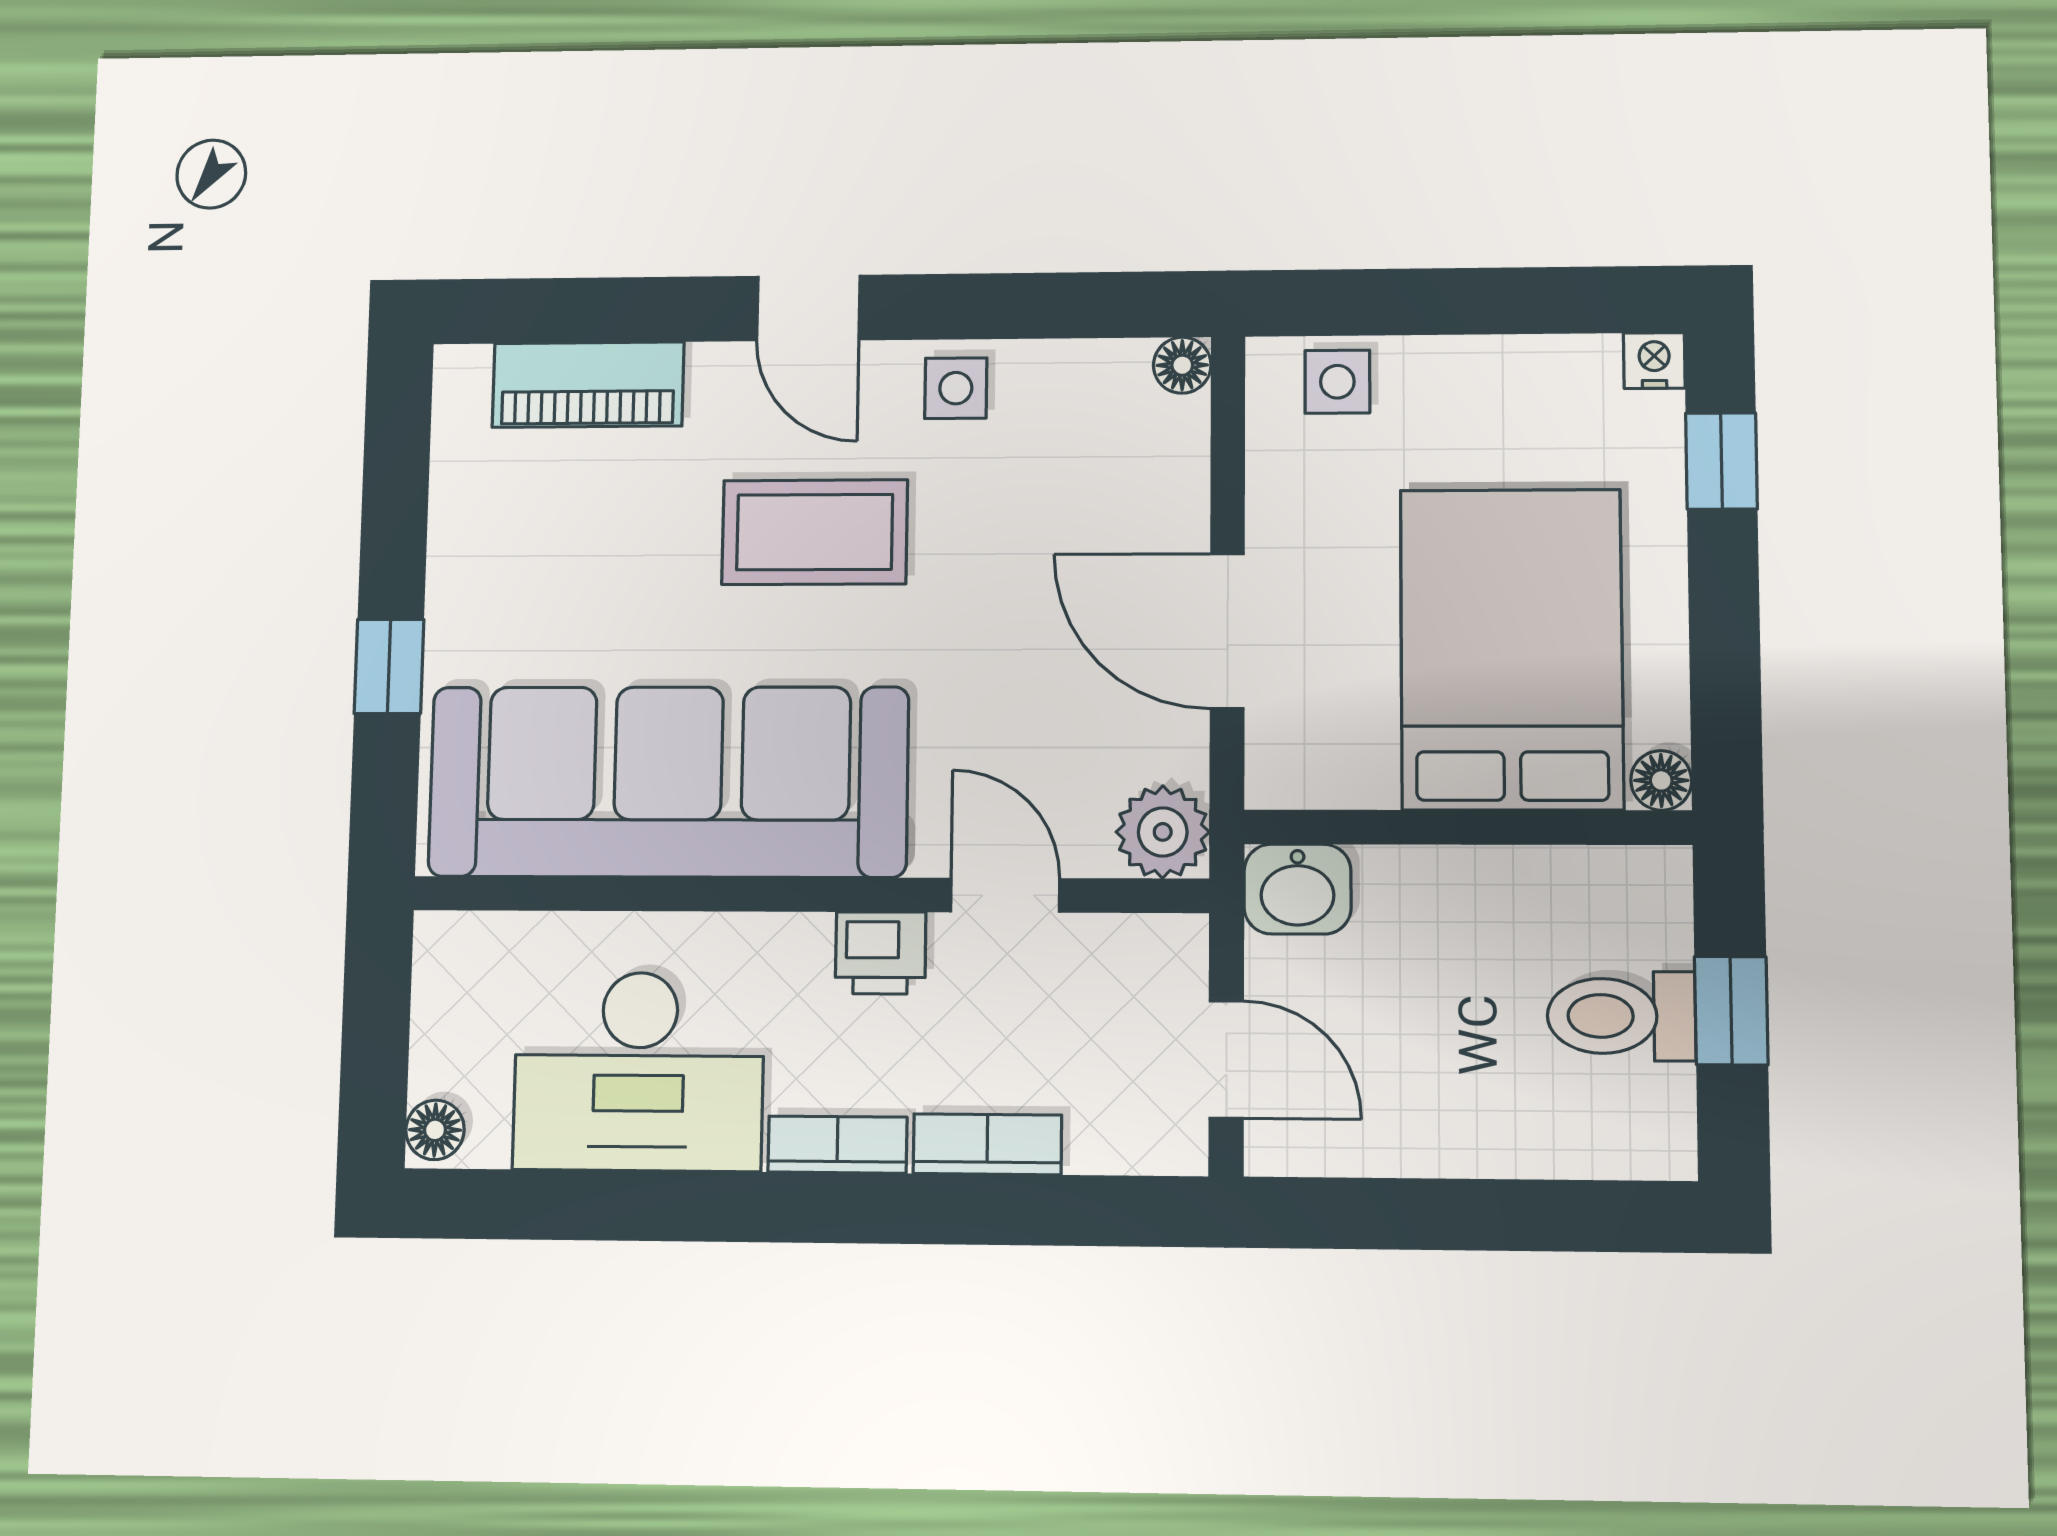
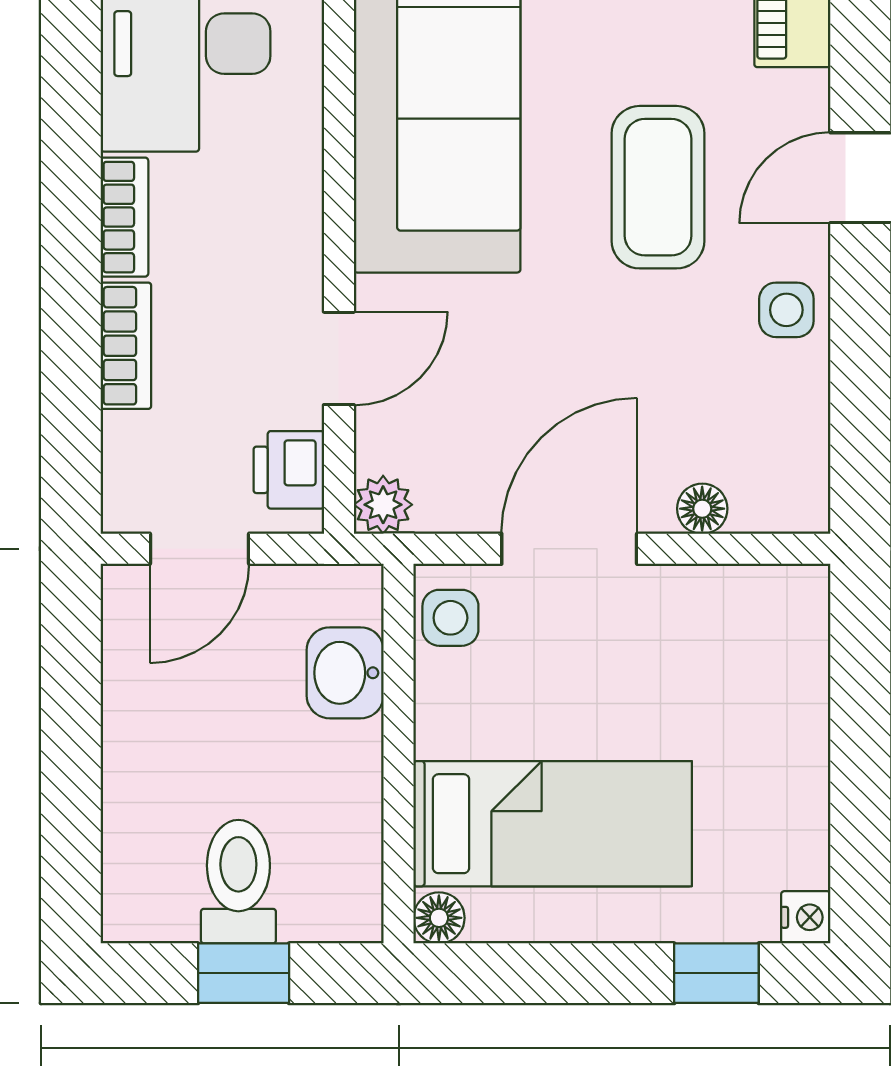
floor lamp: (1182, 365) -> (702, 509), moved
side table: (1337, 382) -> (450, 618), moved
bed: (1511, 649) -> (553, 824), width x0.67
plant: (1163, 832) -> (383, 505), width x0.73, depth x0.73
washbasin: (1298, 889) -> (345, 673), moved
printer: (881, 953) -> (289, 470), moved

